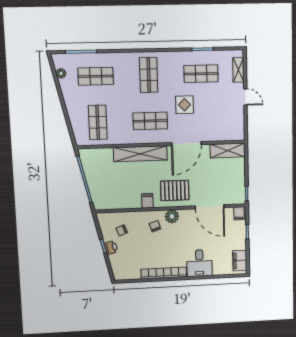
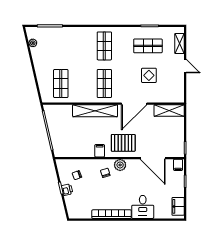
shop shelf: (96, 76) -> (61, 46), removed
display table: (185, 105) -> (149, 75), moved
shop shelf: (150, 121) -> (104, 84), turned 90

